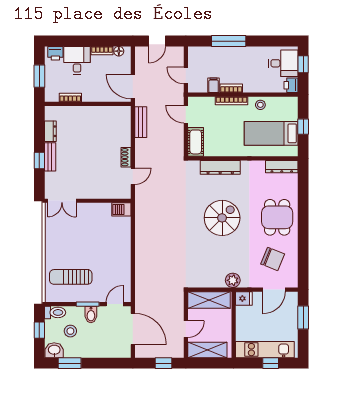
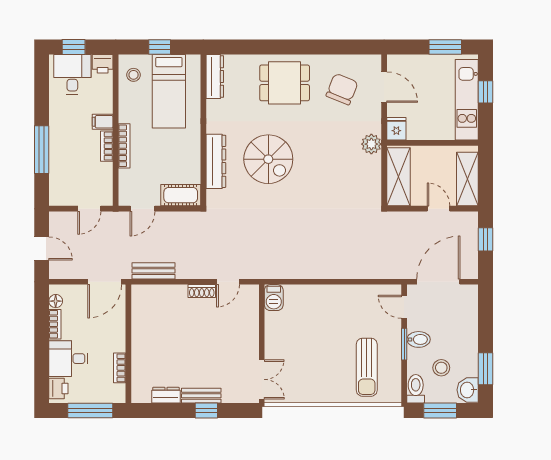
window: (39, 76) -> (90, 411), width x1.44
filing cabinet: (214, 85) -> (103, 122), moved
stool: (260, 105) -> (134, 75), moved
door: (133, 176) -> (228, 282), swing flipped
spiral stairs: (222, 218) -> (268, 159), moved, turned 180
window: (303, 317) -> (445, 47), moved
window: (39, 330) -> (440, 411), width x1.50

